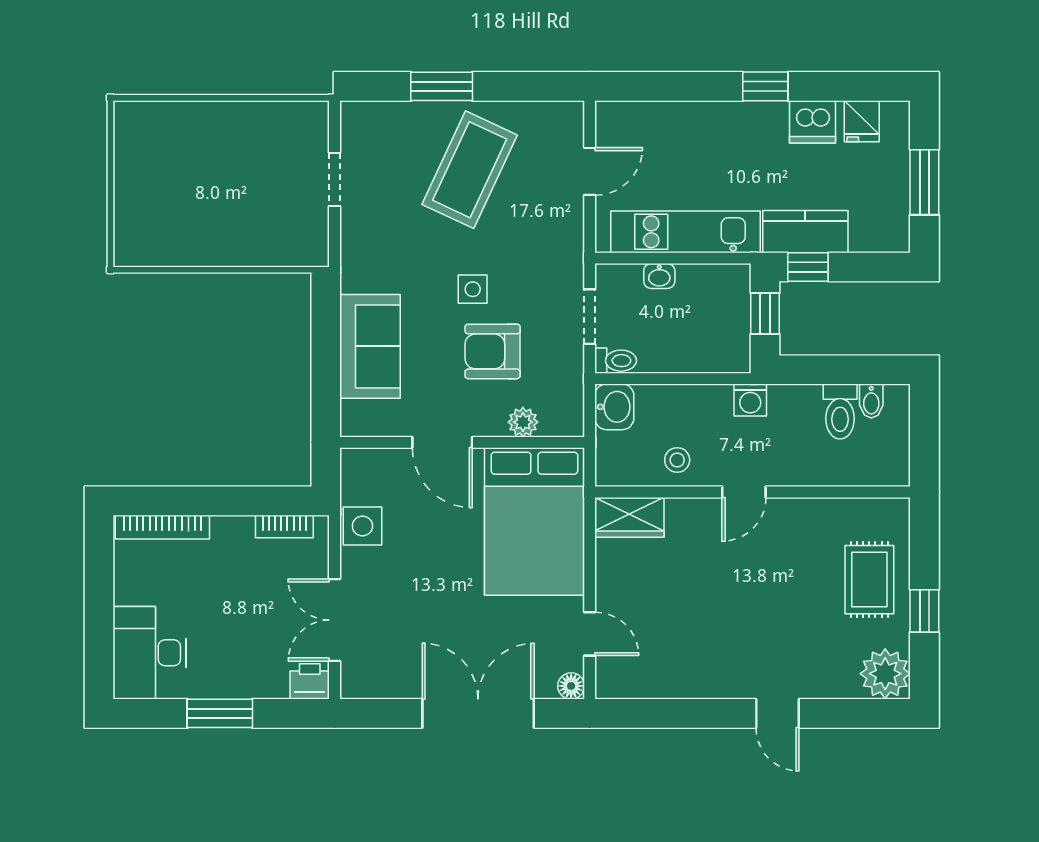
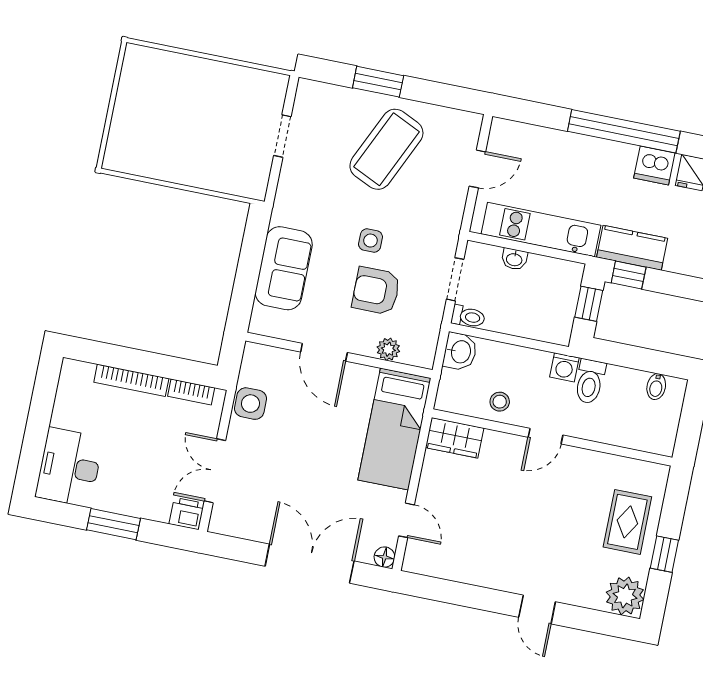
window: (765, 86) -> (624, 131), width x3.17
toilet: (840, 412) -> (590, 381), moved
bed: (534, 522) -> (394, 429), width x0.67
bookcase: (162, 527) -> (131, 380), moved

